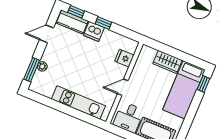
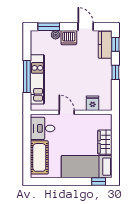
dishwasher: (94, 31) -> (69, 38), moved, turned -90
window: (71, 112) -> (27, 76), added

